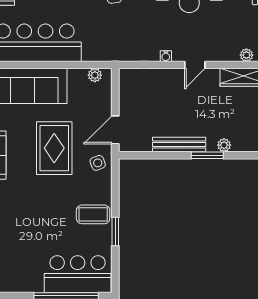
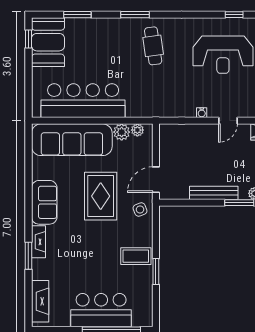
plant: (77, 77) -> (122, 132), added
bar counter: (78, 274) -> (101, 310), moved

